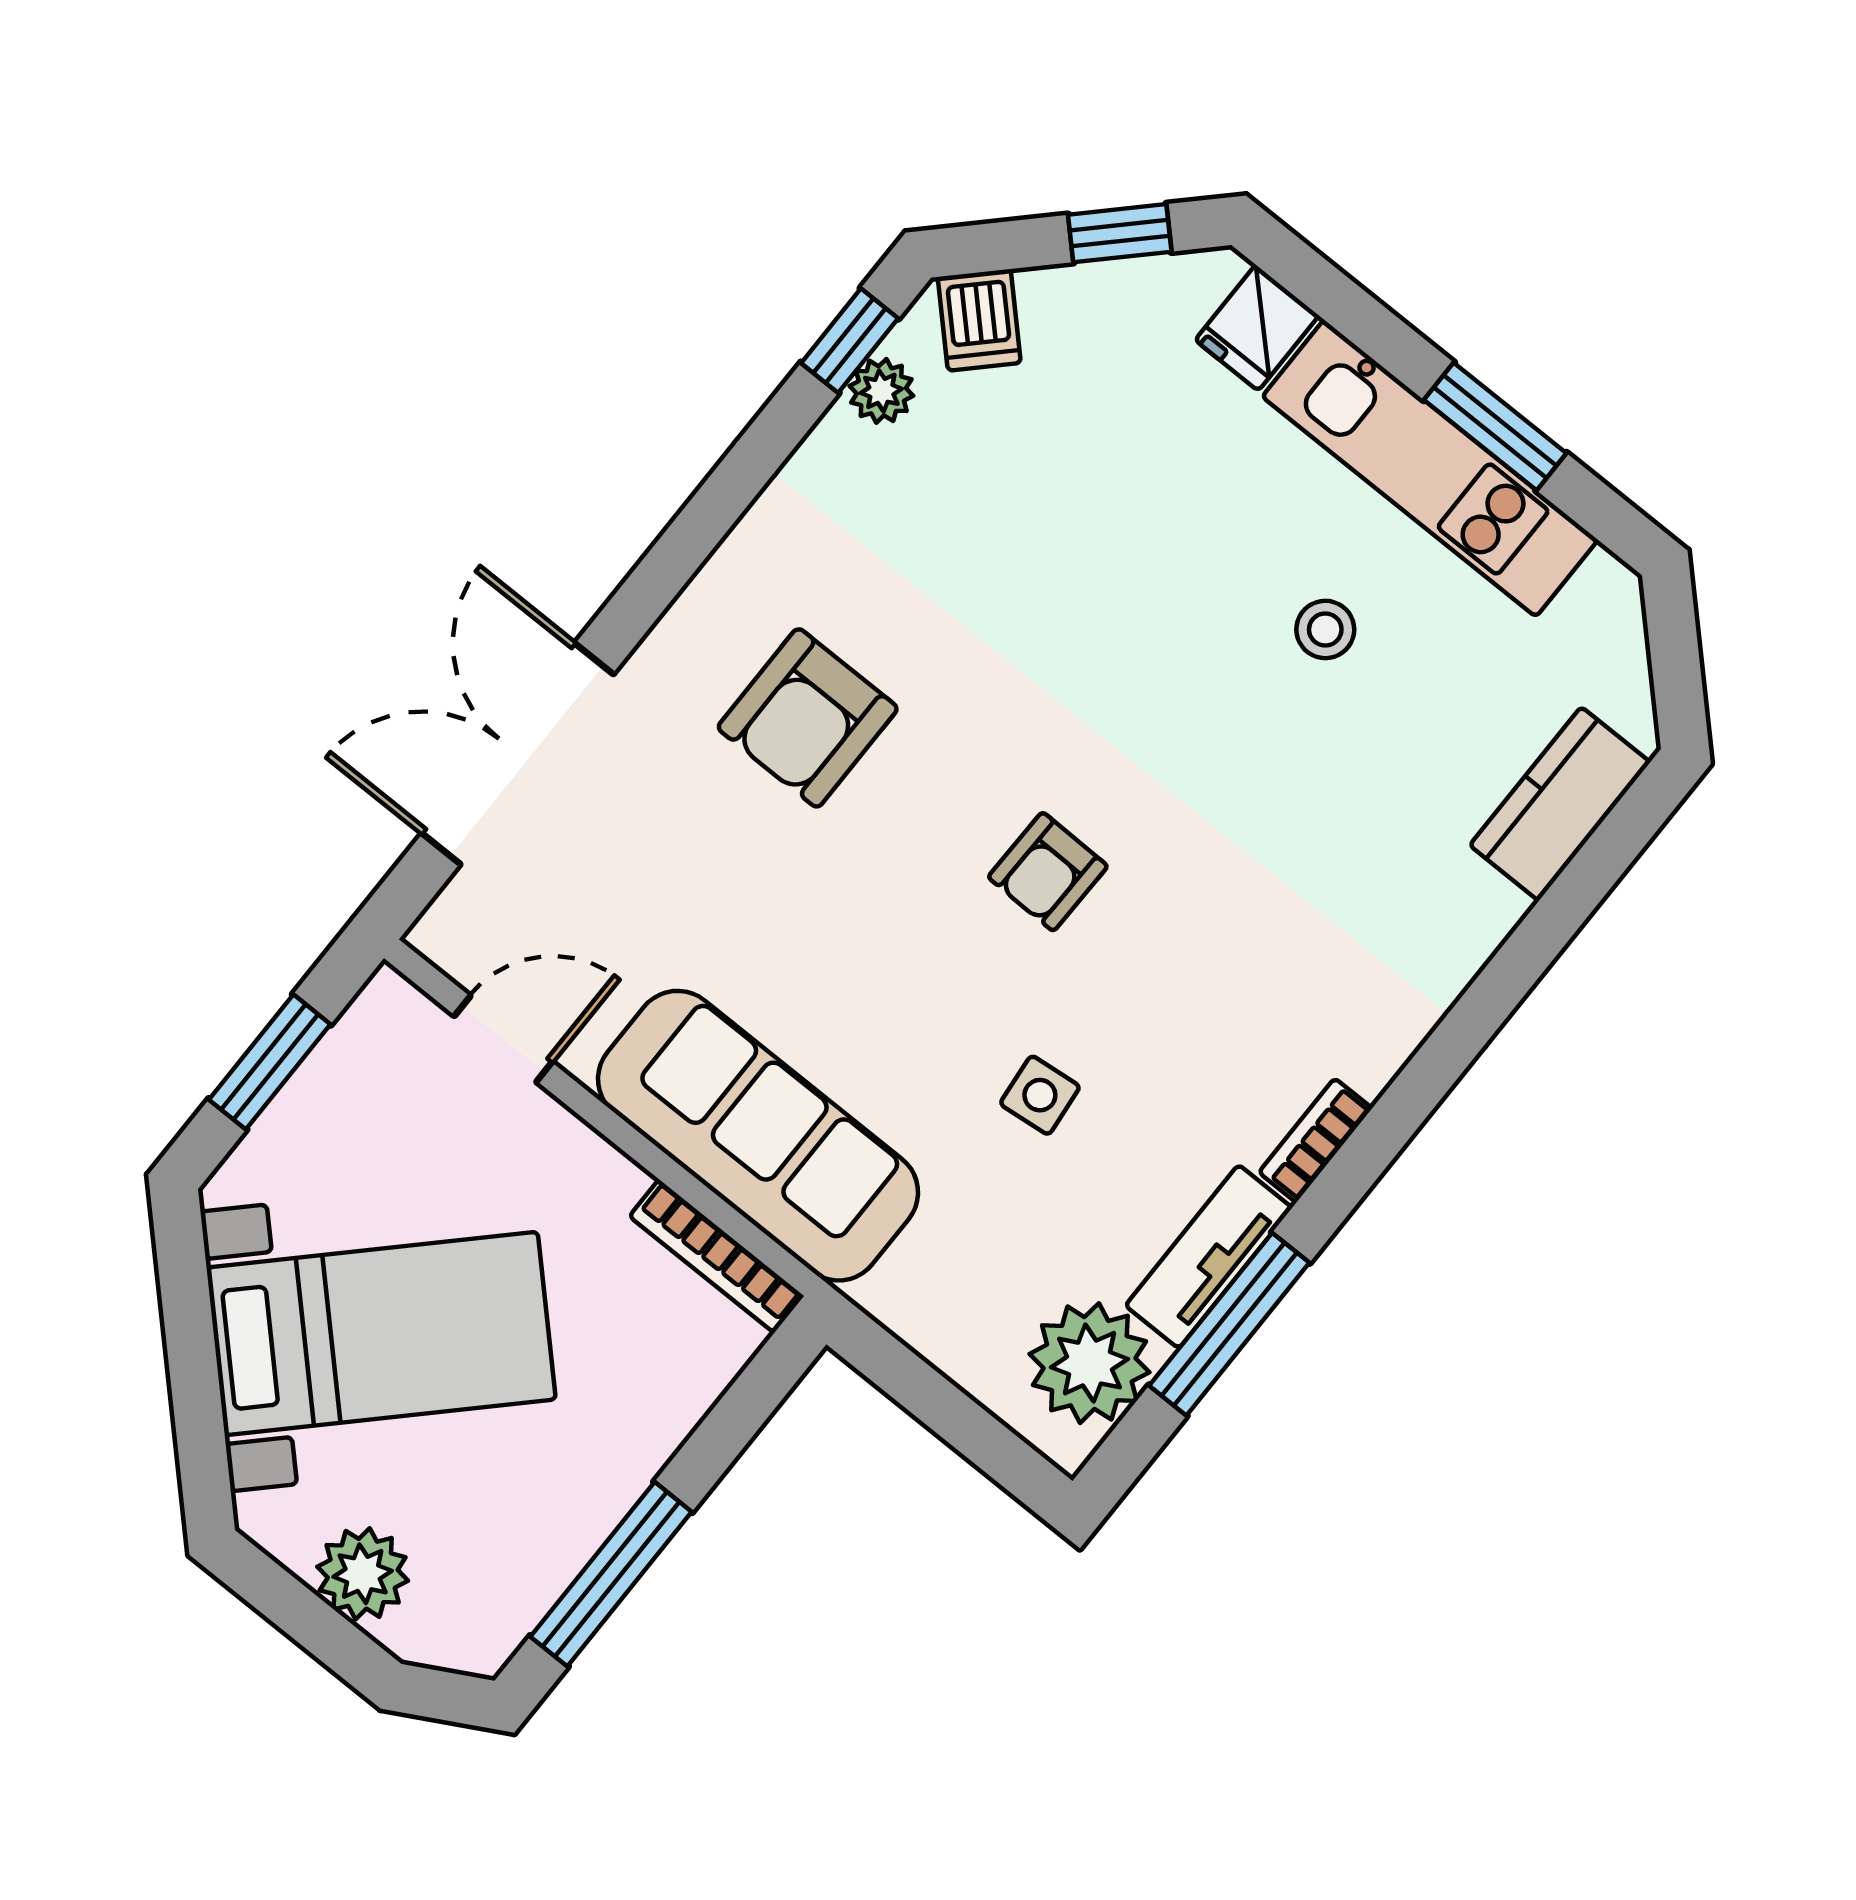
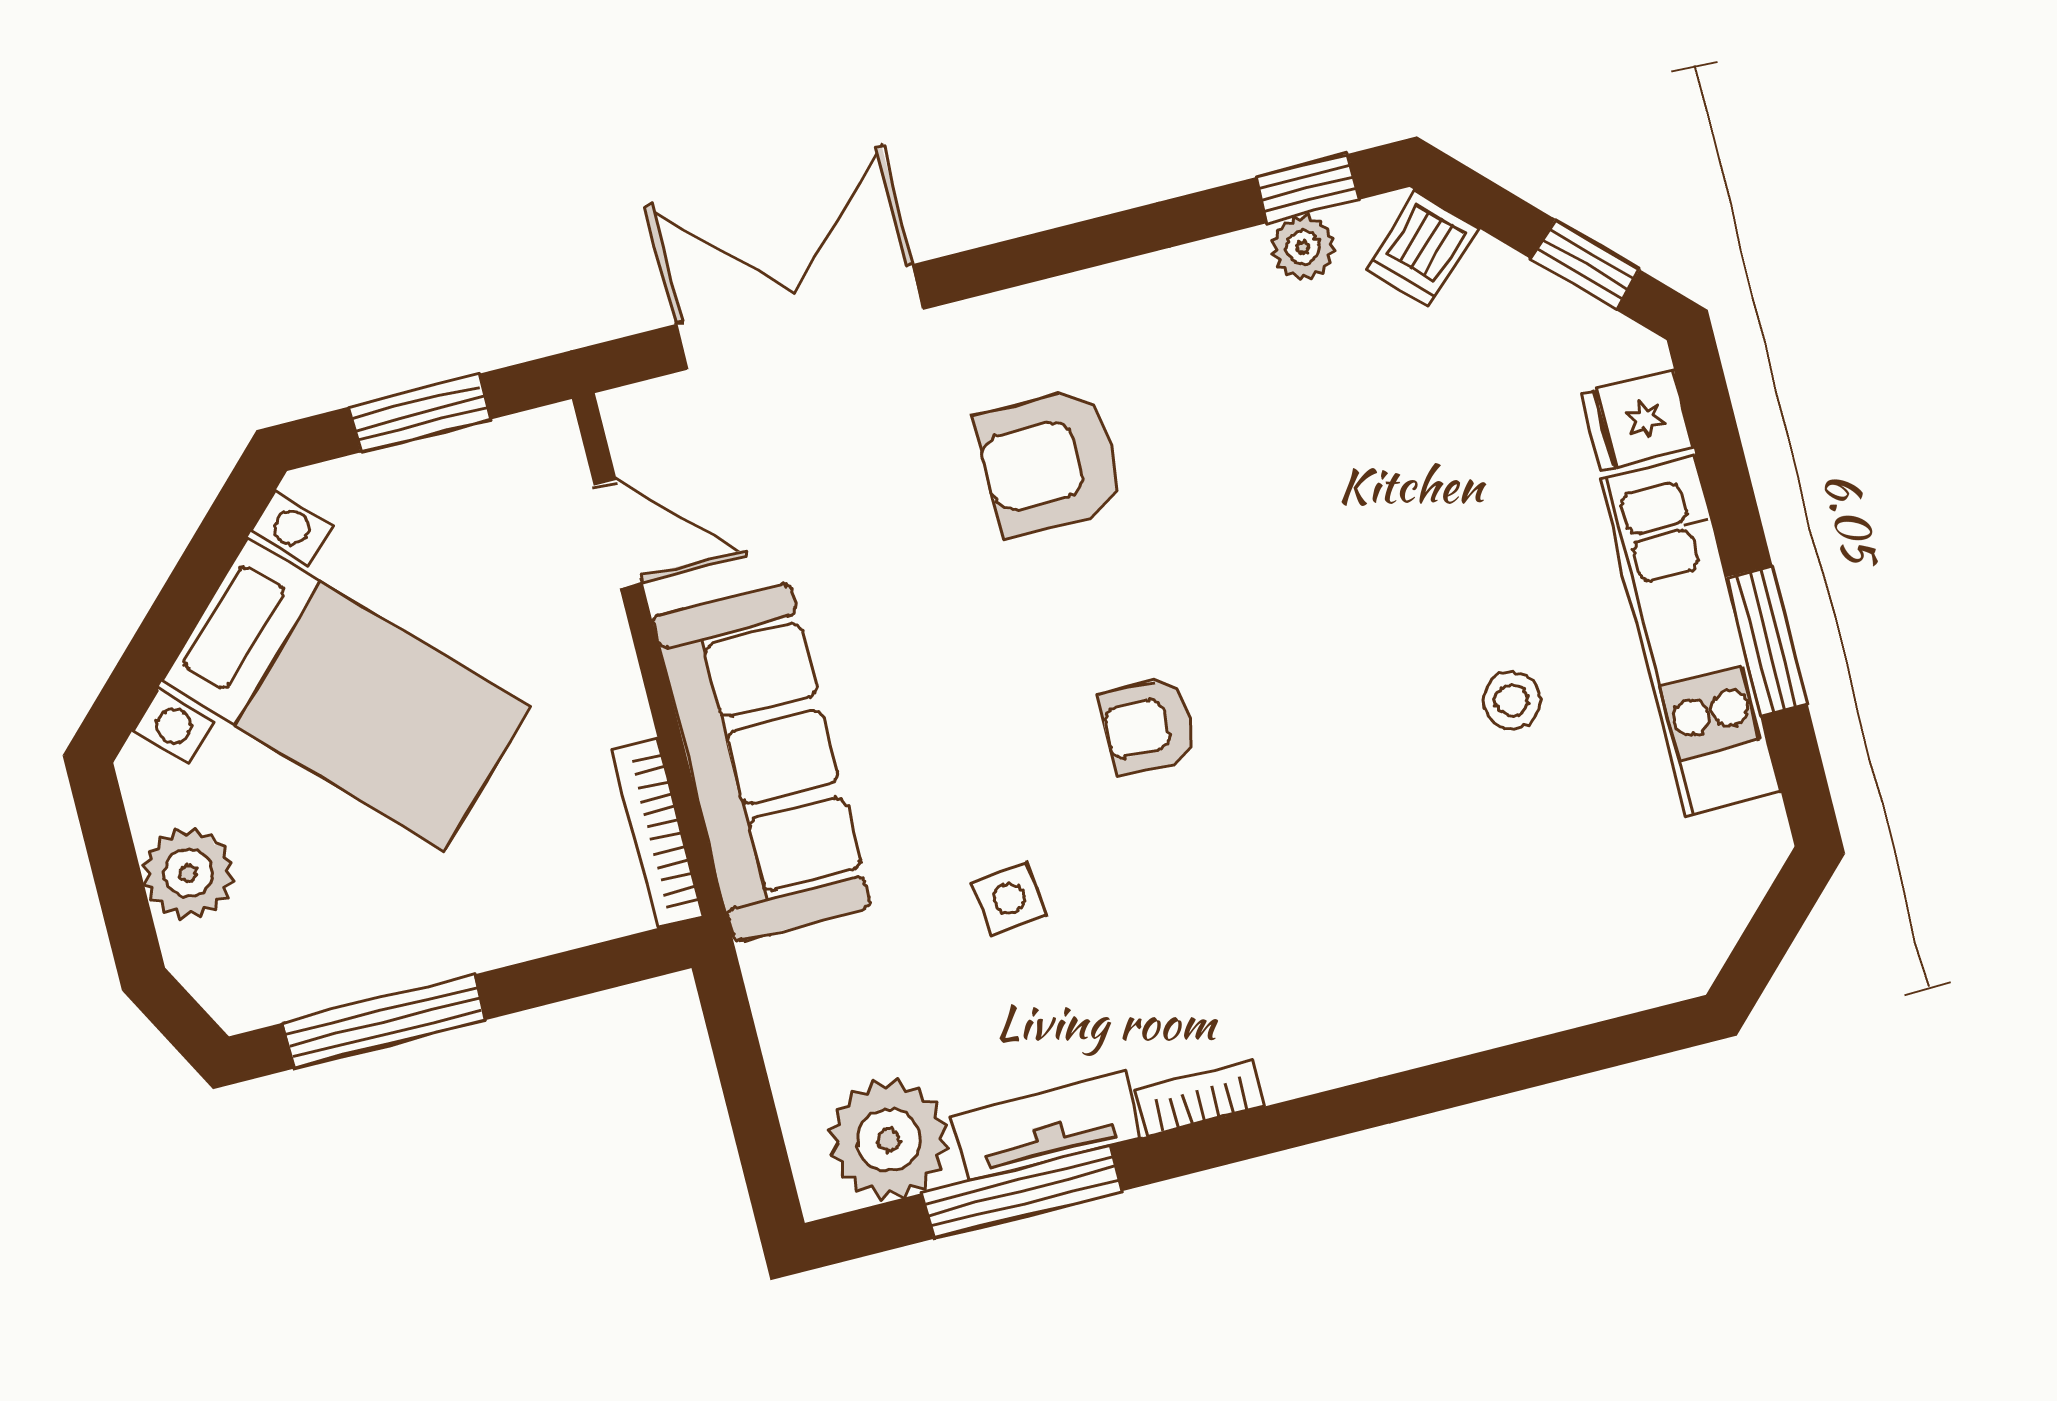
kitchen counter: (1560, 804) -> (1594, 978), removed

